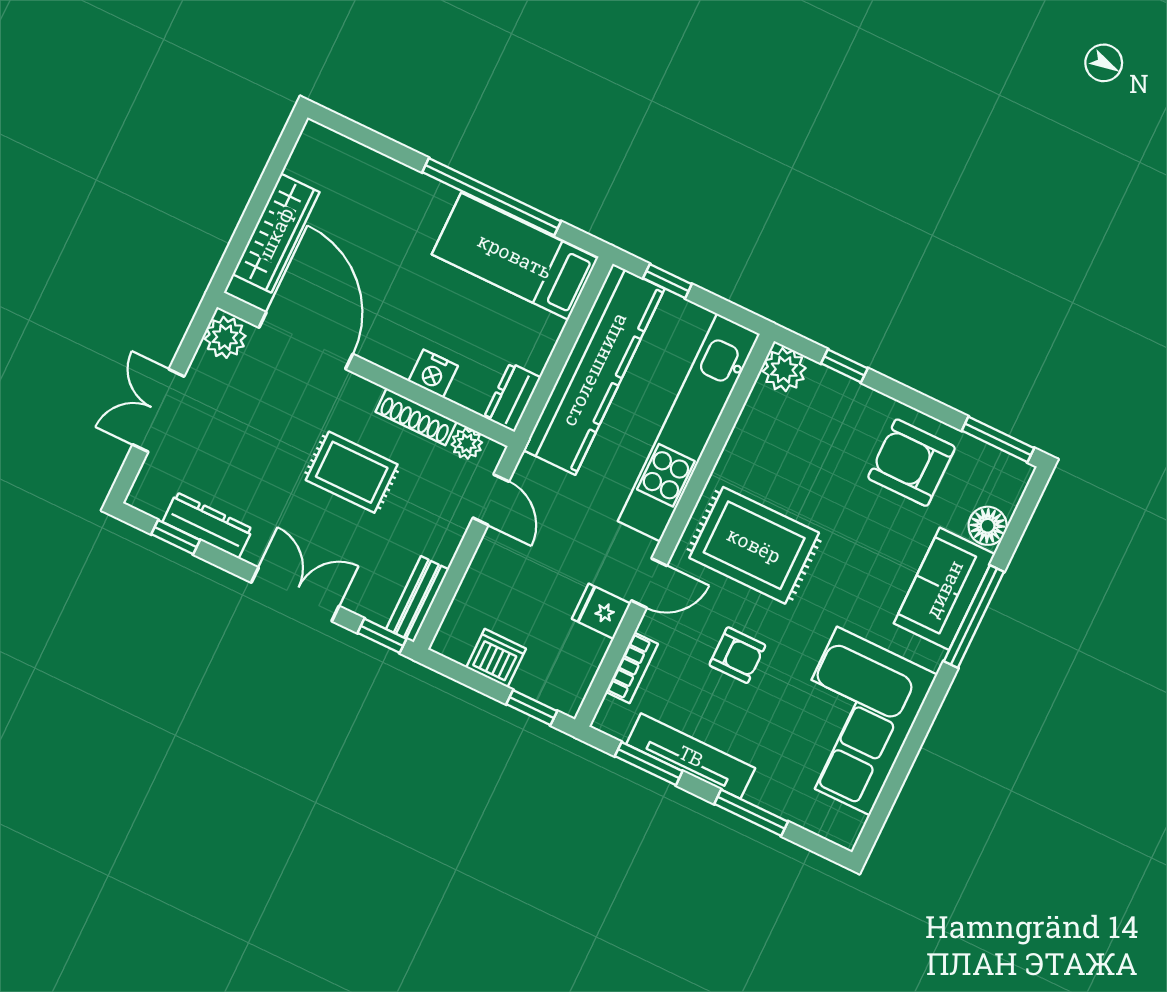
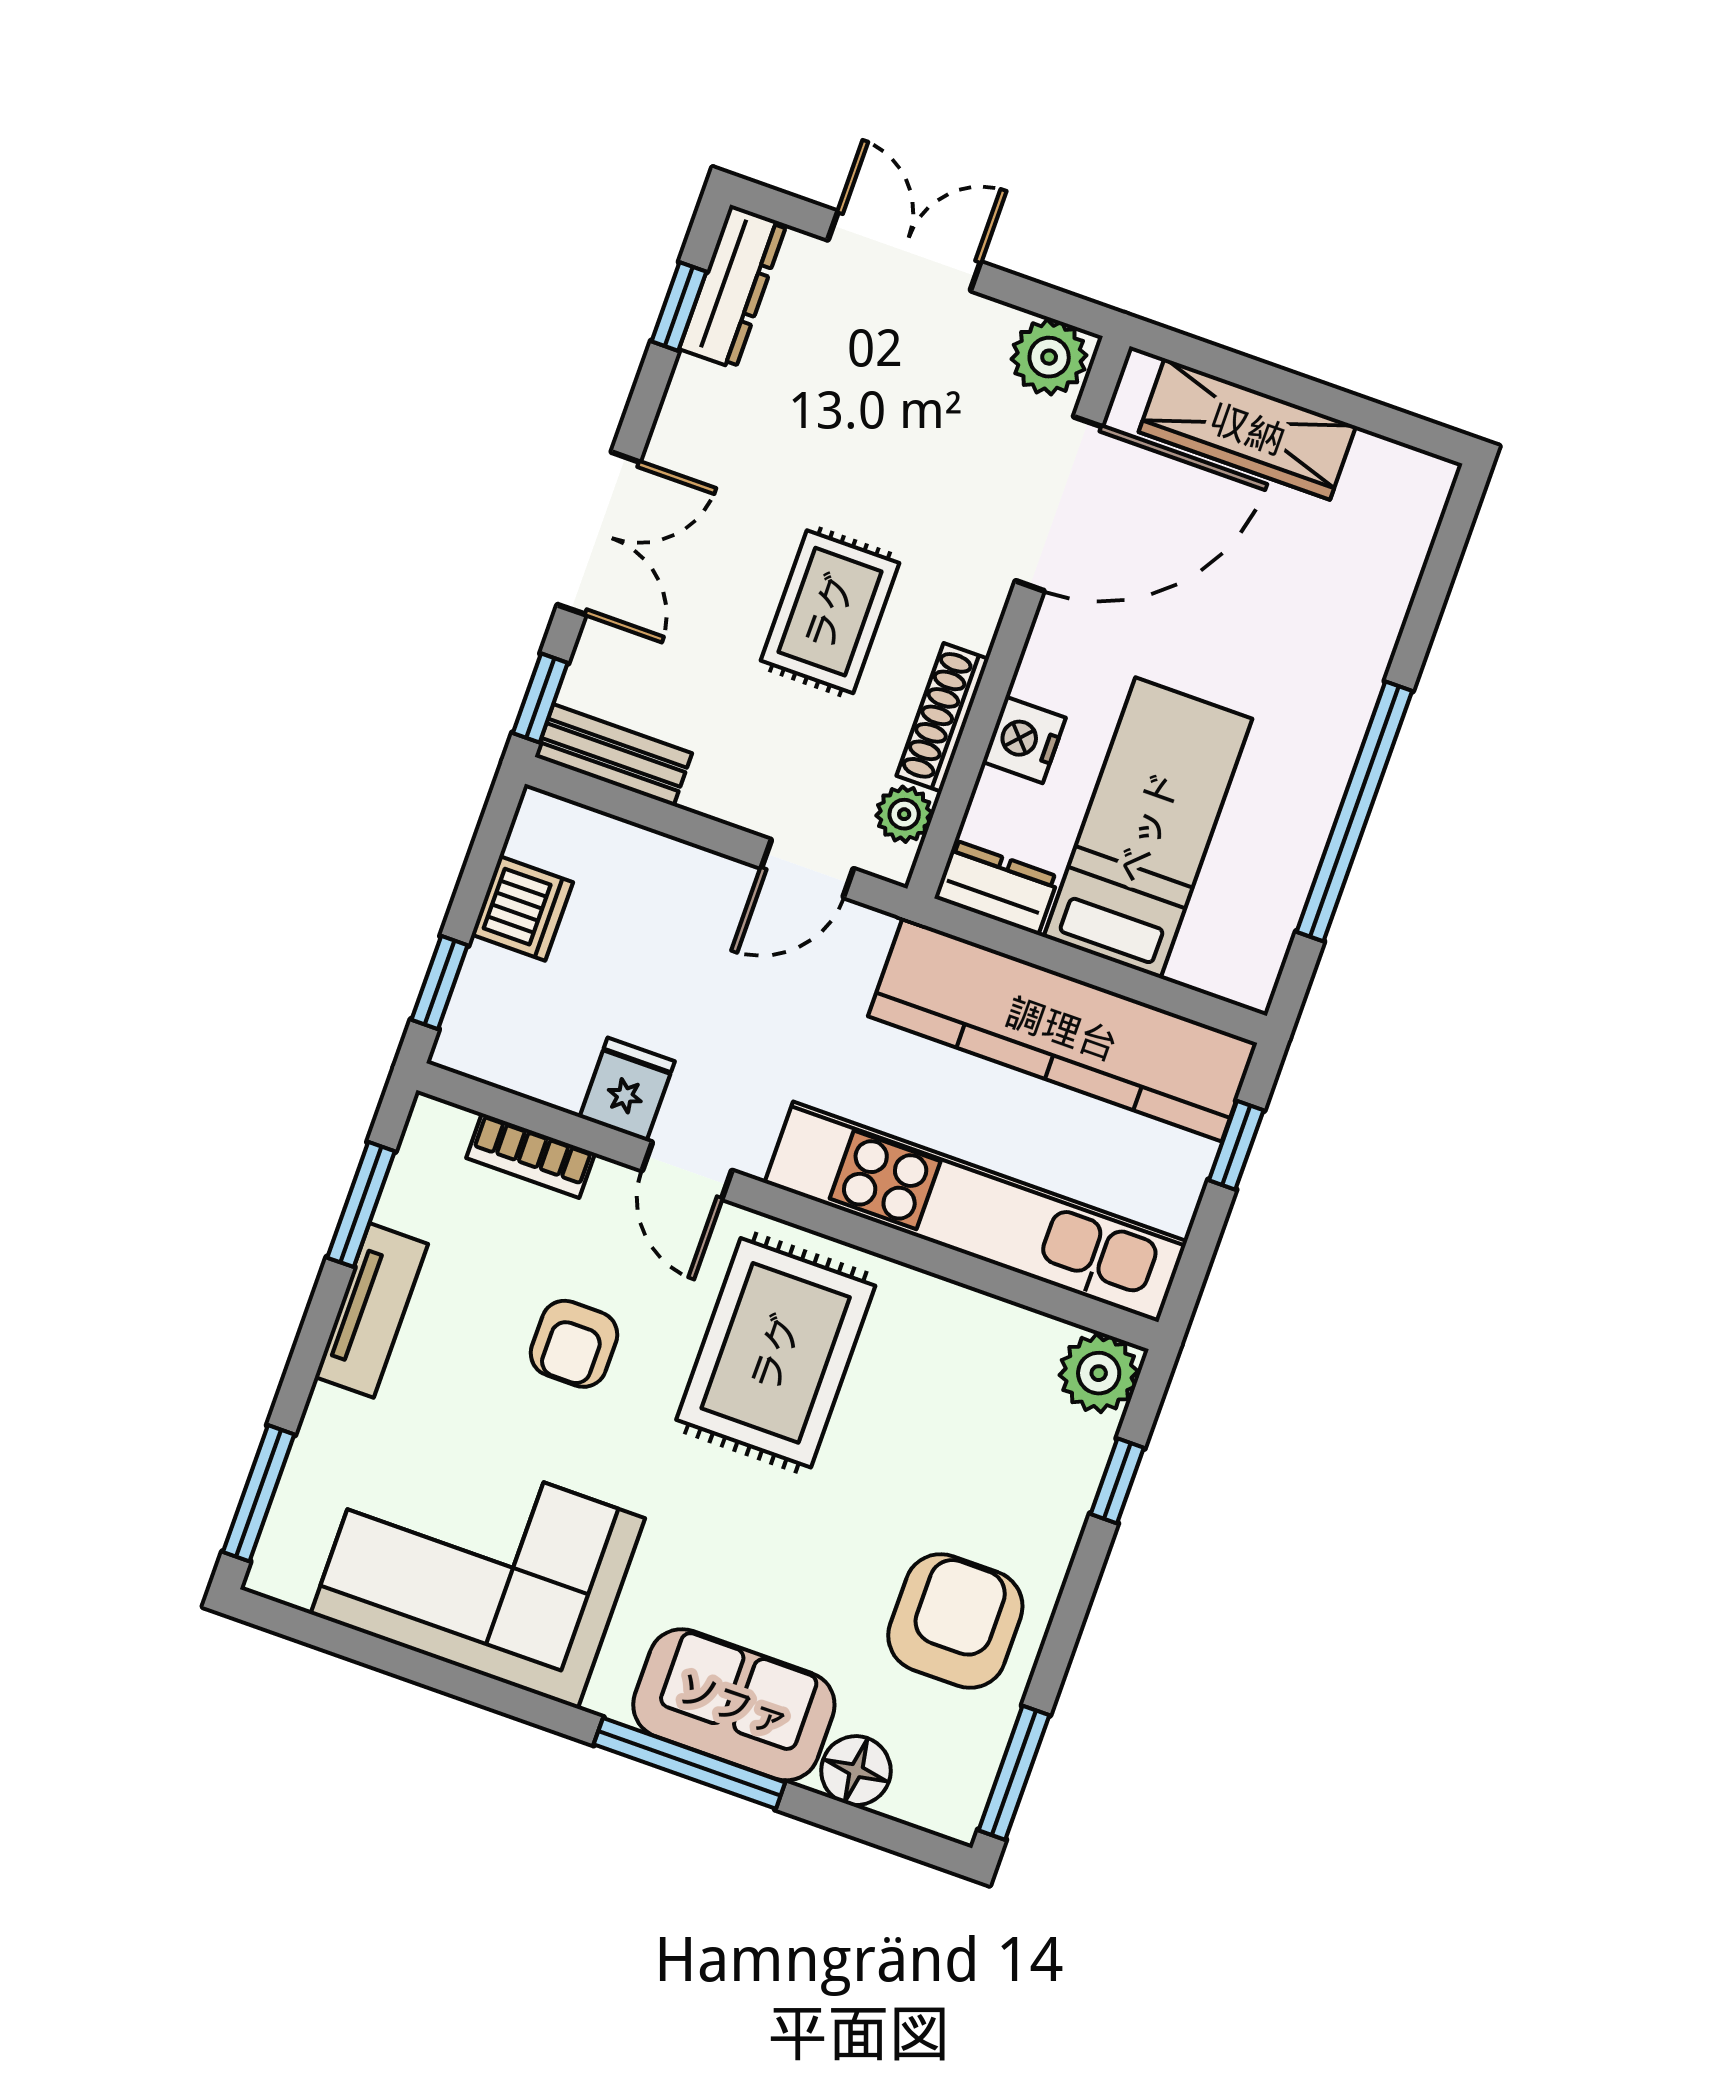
bed: (515, 256) -> (1148, 828), moved
dresser: (208, 525) -> (733, 287), moved
tv unit: (691, 756) -> (372, 1310), width x0.71
window: (751, 813) -> (259, 1493), moved

